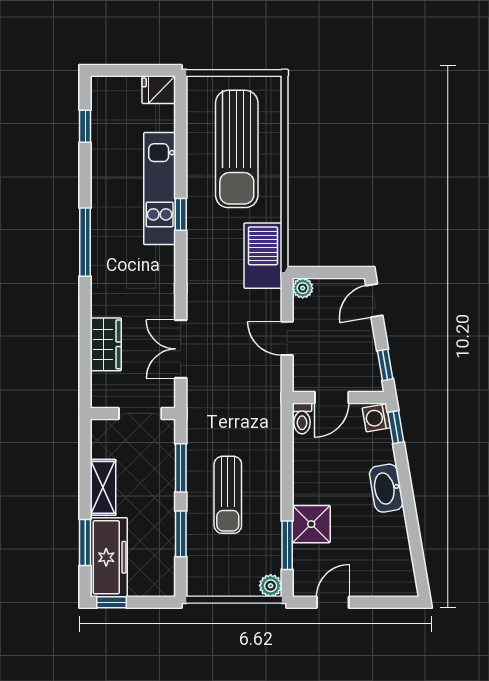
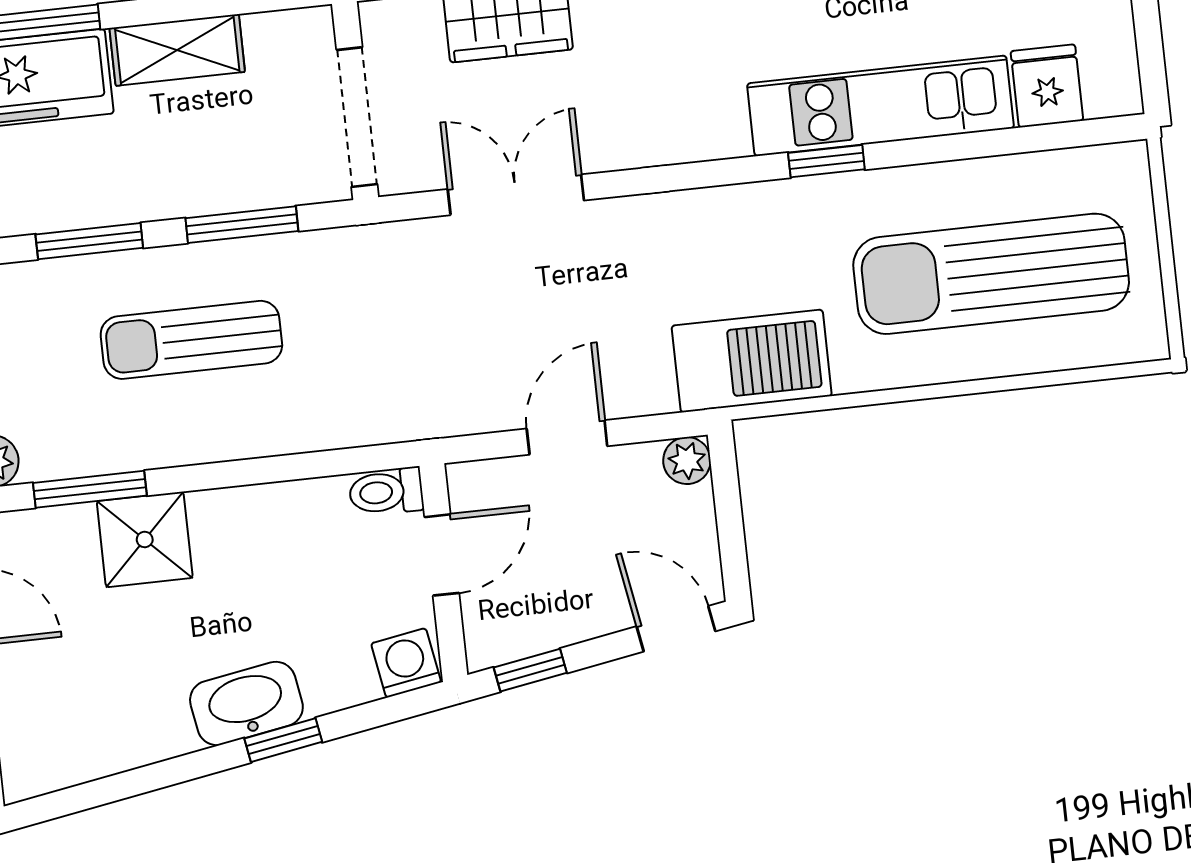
fridge: (159, 90) -> (1047, 86), moved
door: (332, 398) -> (442, 555), swing flipped
doorway: (140, 413) -> (357, 117), width x1.38
window: (396, 427) -> (283, 740), moved

